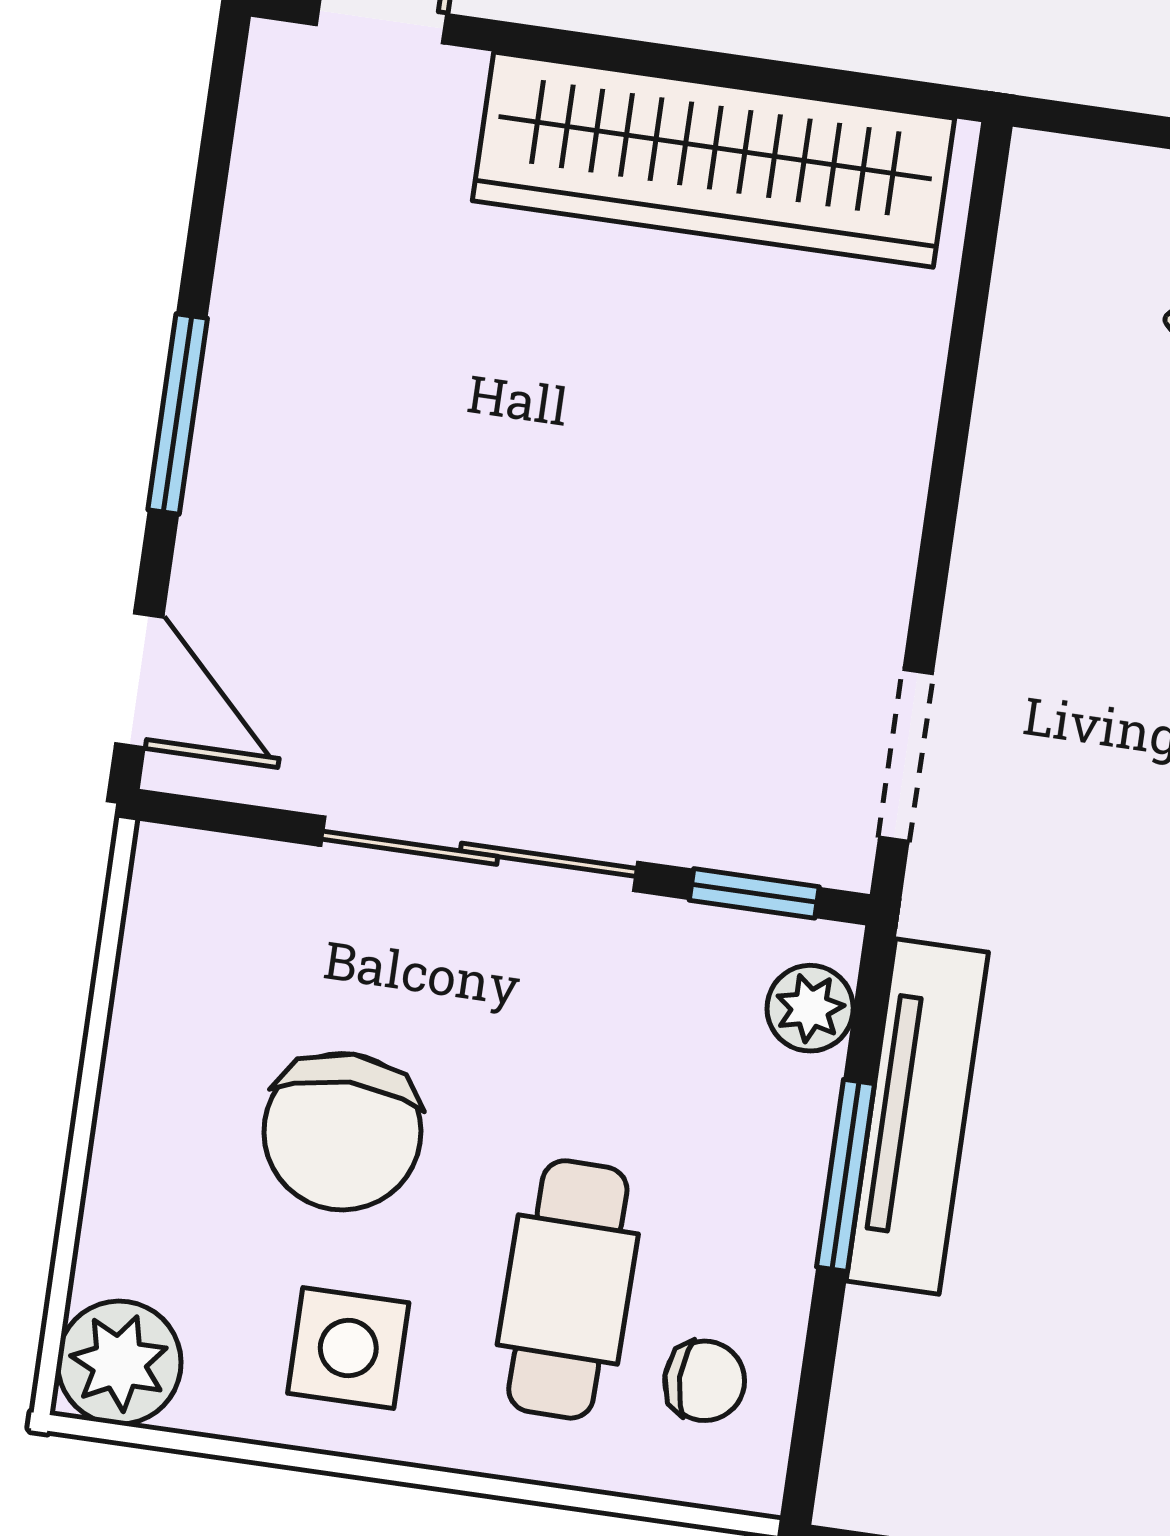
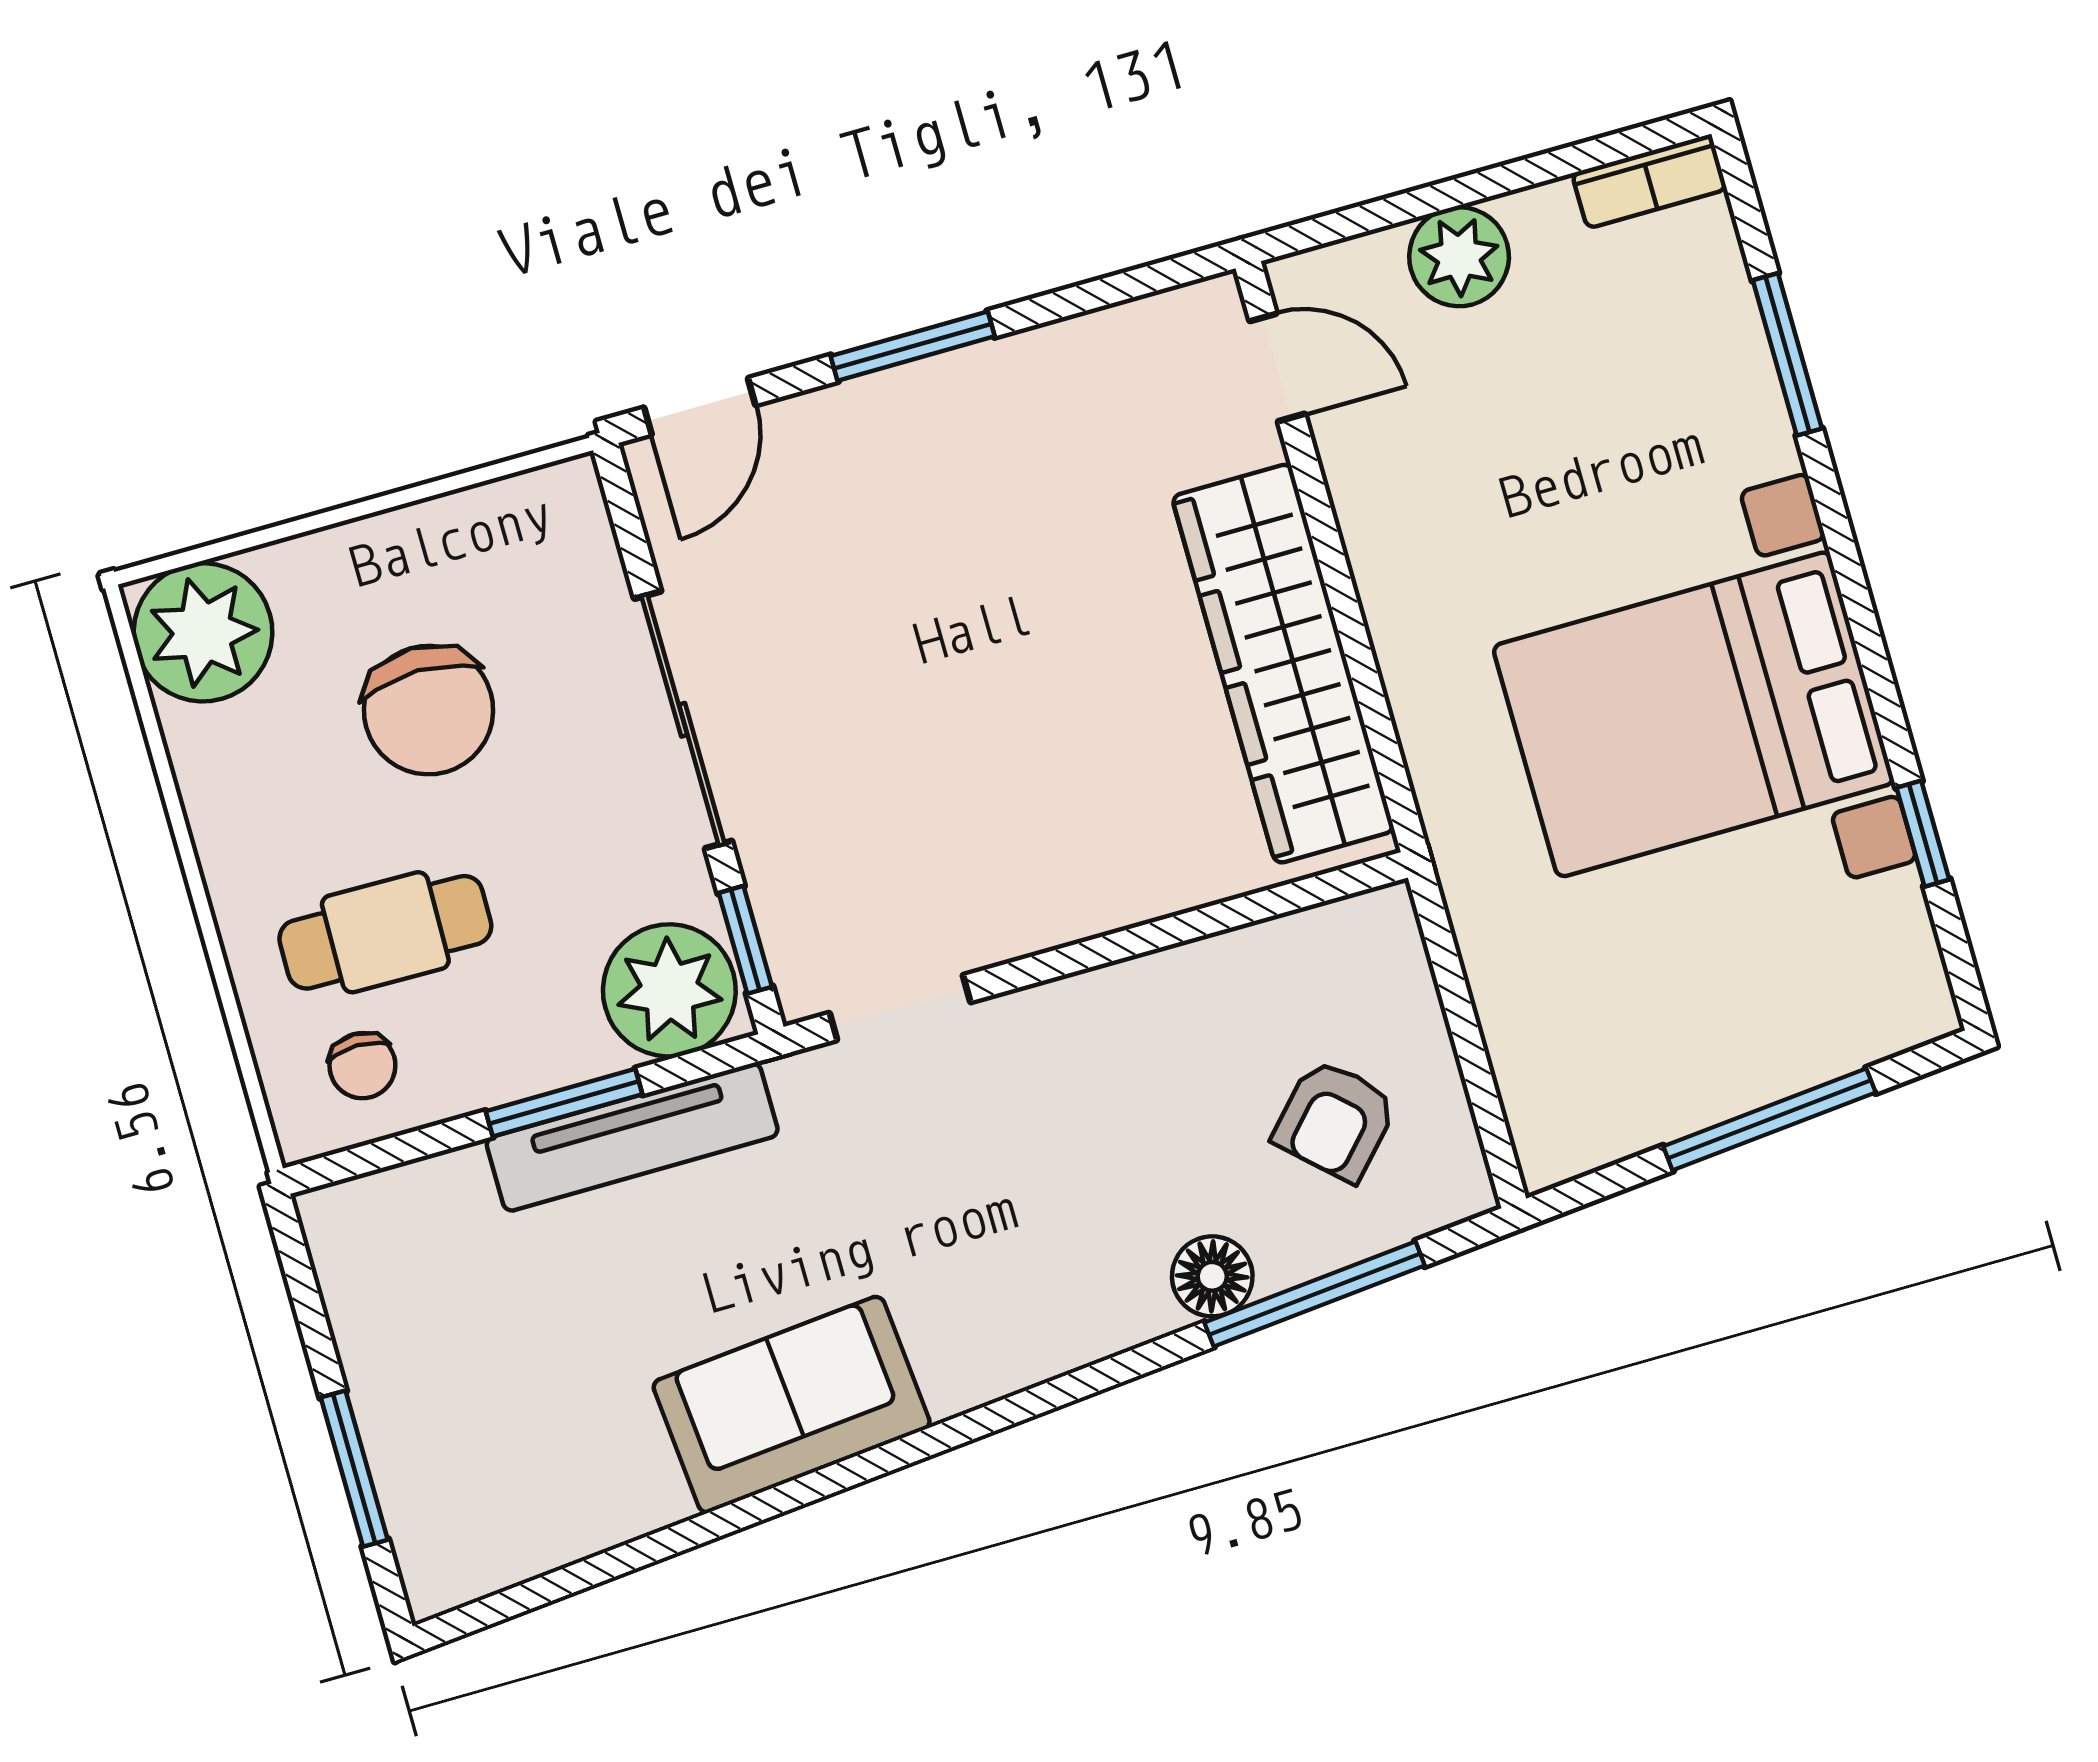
plant: (810, 1008) -> (669, 990), width x1.88, depth x1.88
chair: (342, 1132) -> (428, 710), turned -90
side table: (348, 1348) -> (268, 787), removed
plant: (119, 1363) -> (203, 632), width x1.36, depth x1.36

